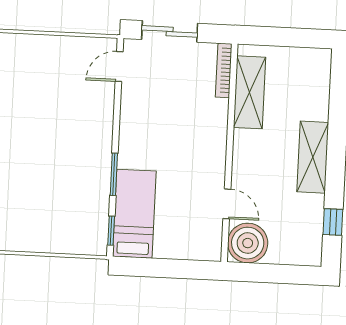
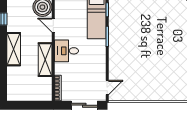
shelving: (249, 92) -> (45, 60), moved
desk: (202, 148) -> (66, 51), added

